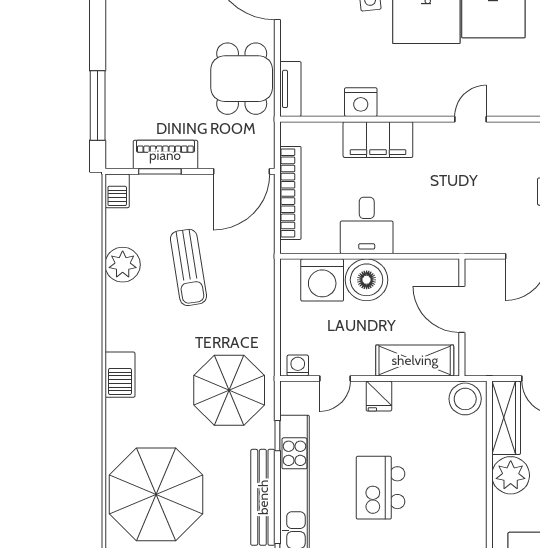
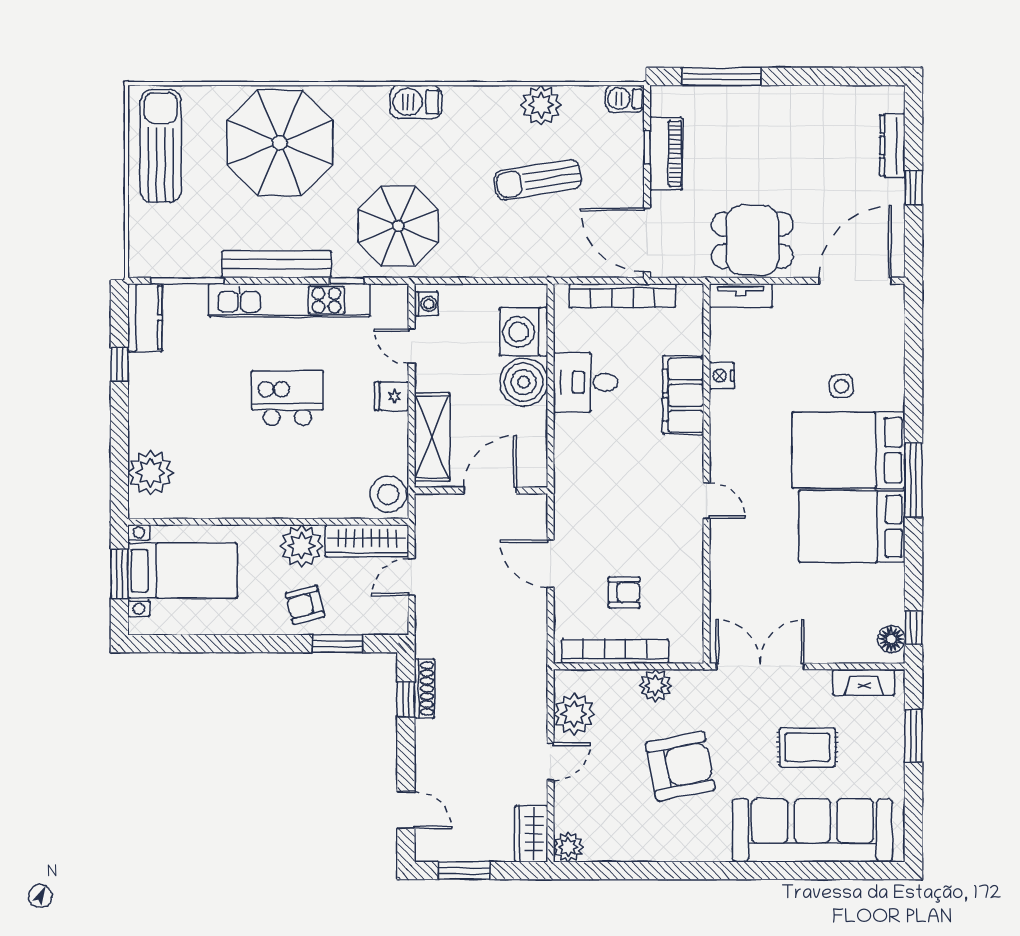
nightstand: (361, 102) -> (722, 376), width x0.74, depth x0.75
window: (160, 171) -> (647, 147), width x0.67

